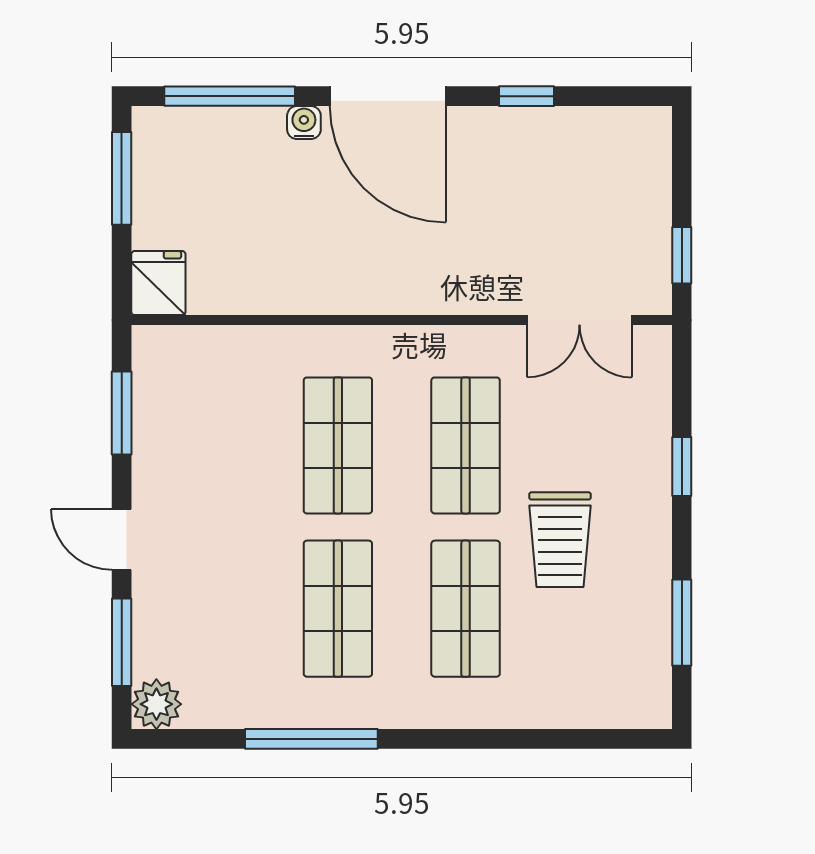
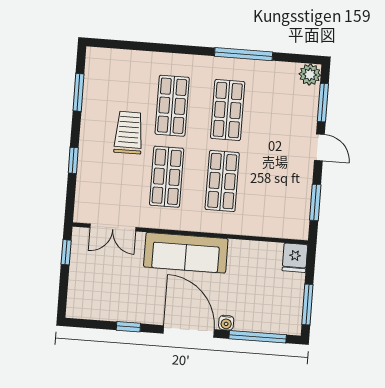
sofa: (408, 275) -> (186, 253), added
double door: (579, 320) -> (113, 228), swing flipped

